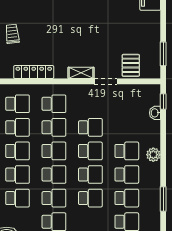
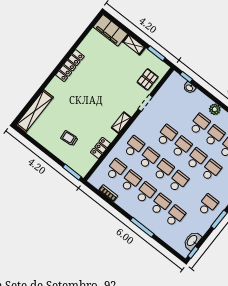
shelving: (154, 25) -> (134, 45), added
pallet: (131, 65) -> (148, 79), turned 90
locker: (34, 72) -> (100, 148), width x0.66
shelving: (81, 73) -> (121, 123), moved
school desk: (54, 198) -> (193, 193), removed

